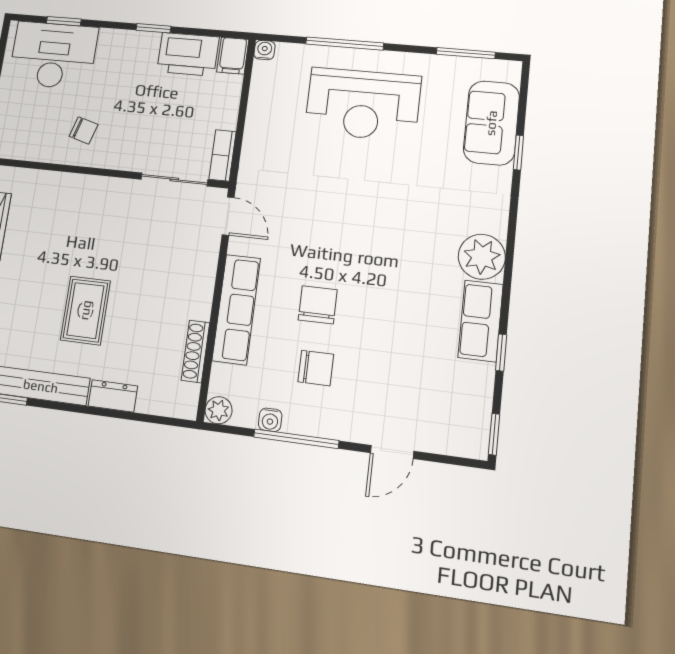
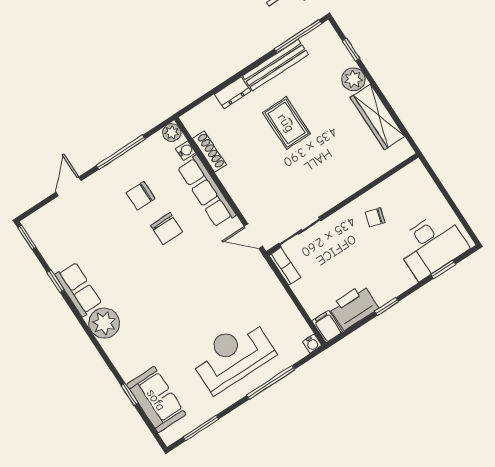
water cooler: (270, 420) -> (186, 151), moved, turned 90

